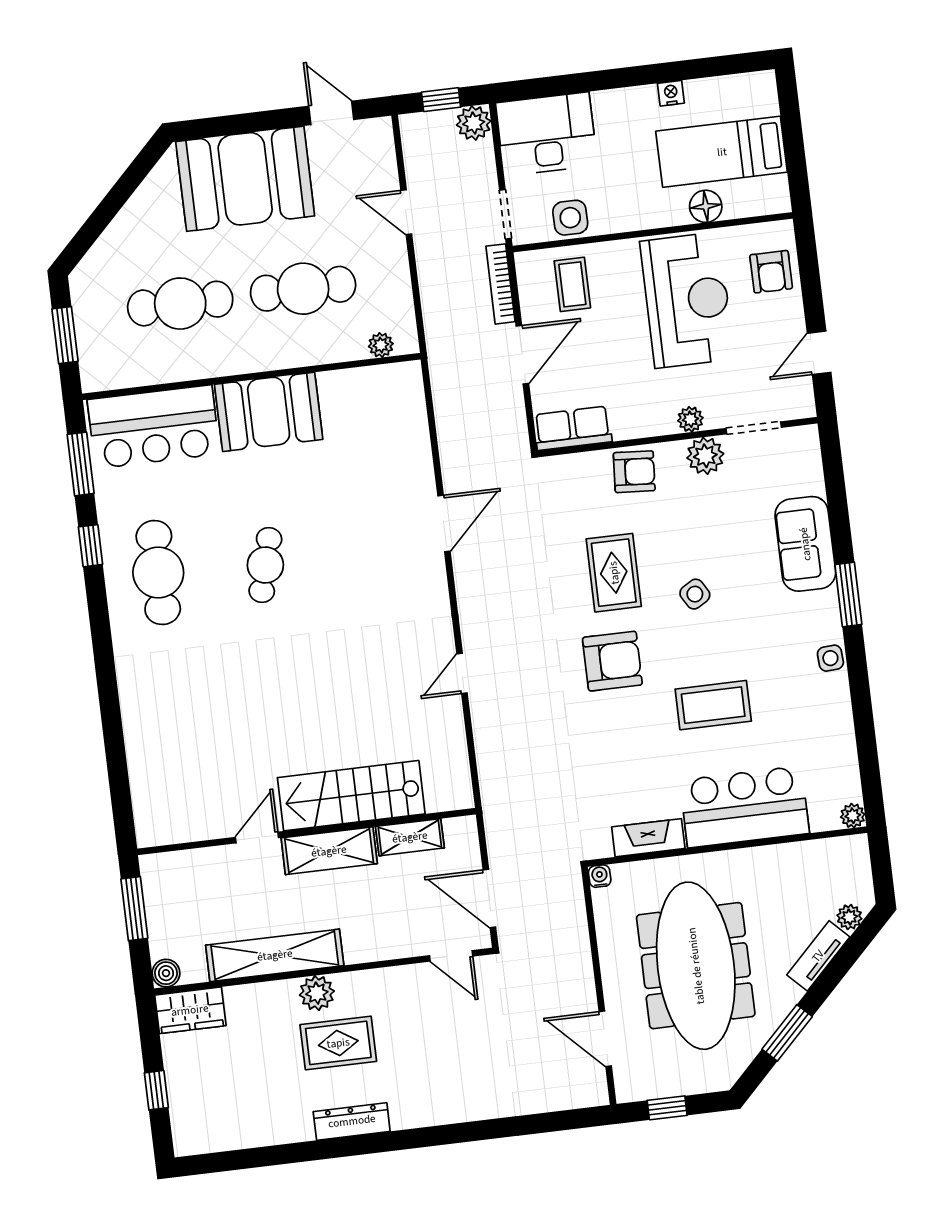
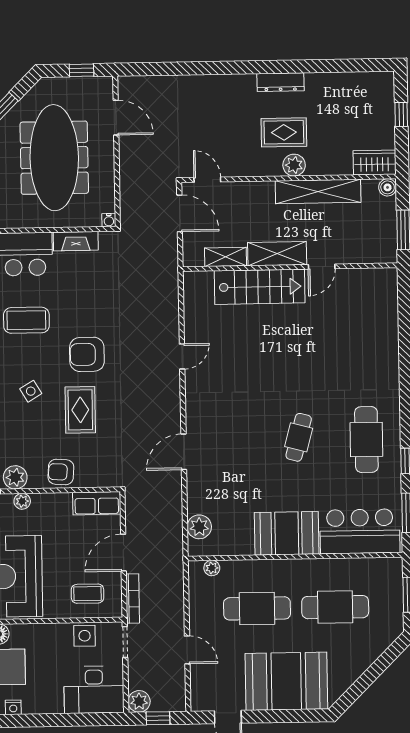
coffee table: (572, 284) -> (88, 594), turned 90
plant: (407, 408) -> (199, 527), added

